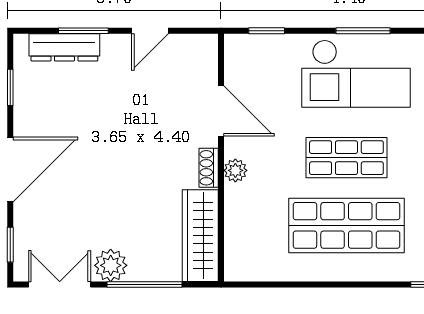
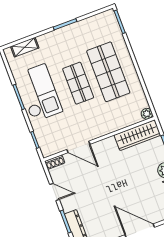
door: (221, 111) -> (78, 147), swing flipped
shoe rack: (209, 168) -> (55, 162), moved
plant: (235, 170) -> (147, 114), moved

